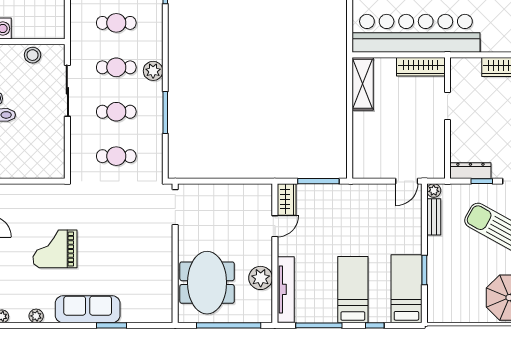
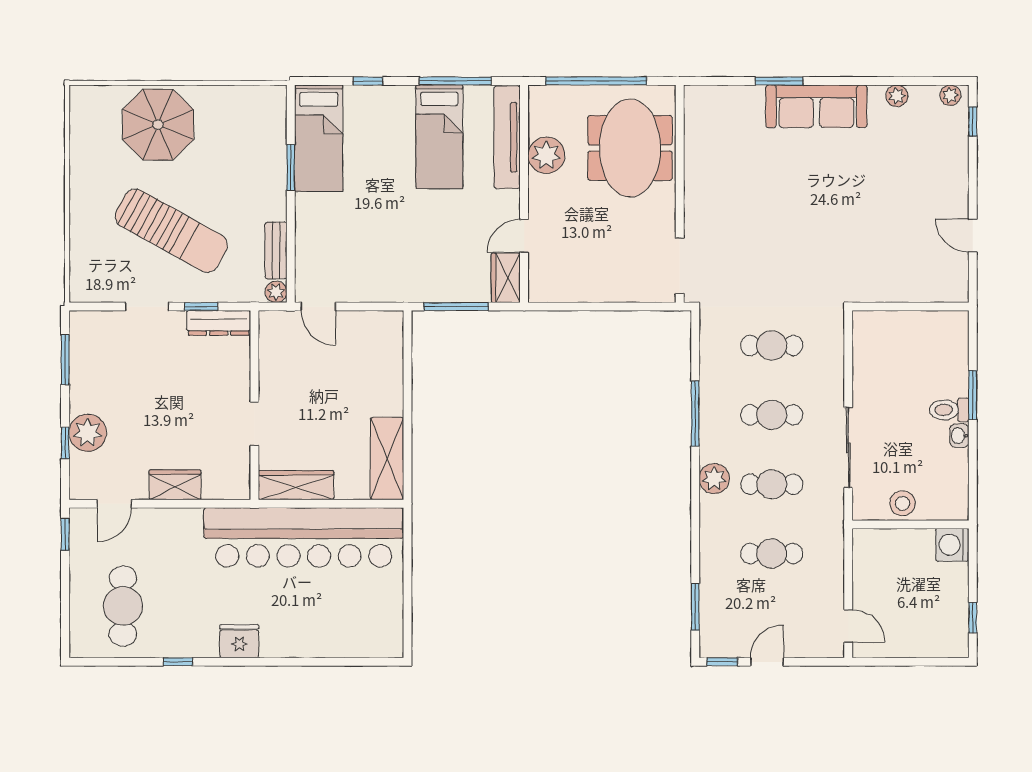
door: (407, 181) -> (318, 307), swing flipped
grand piano: (55, 249) -> (867, 200), removed
bed: (353, 290) -> (439, 137), moved

